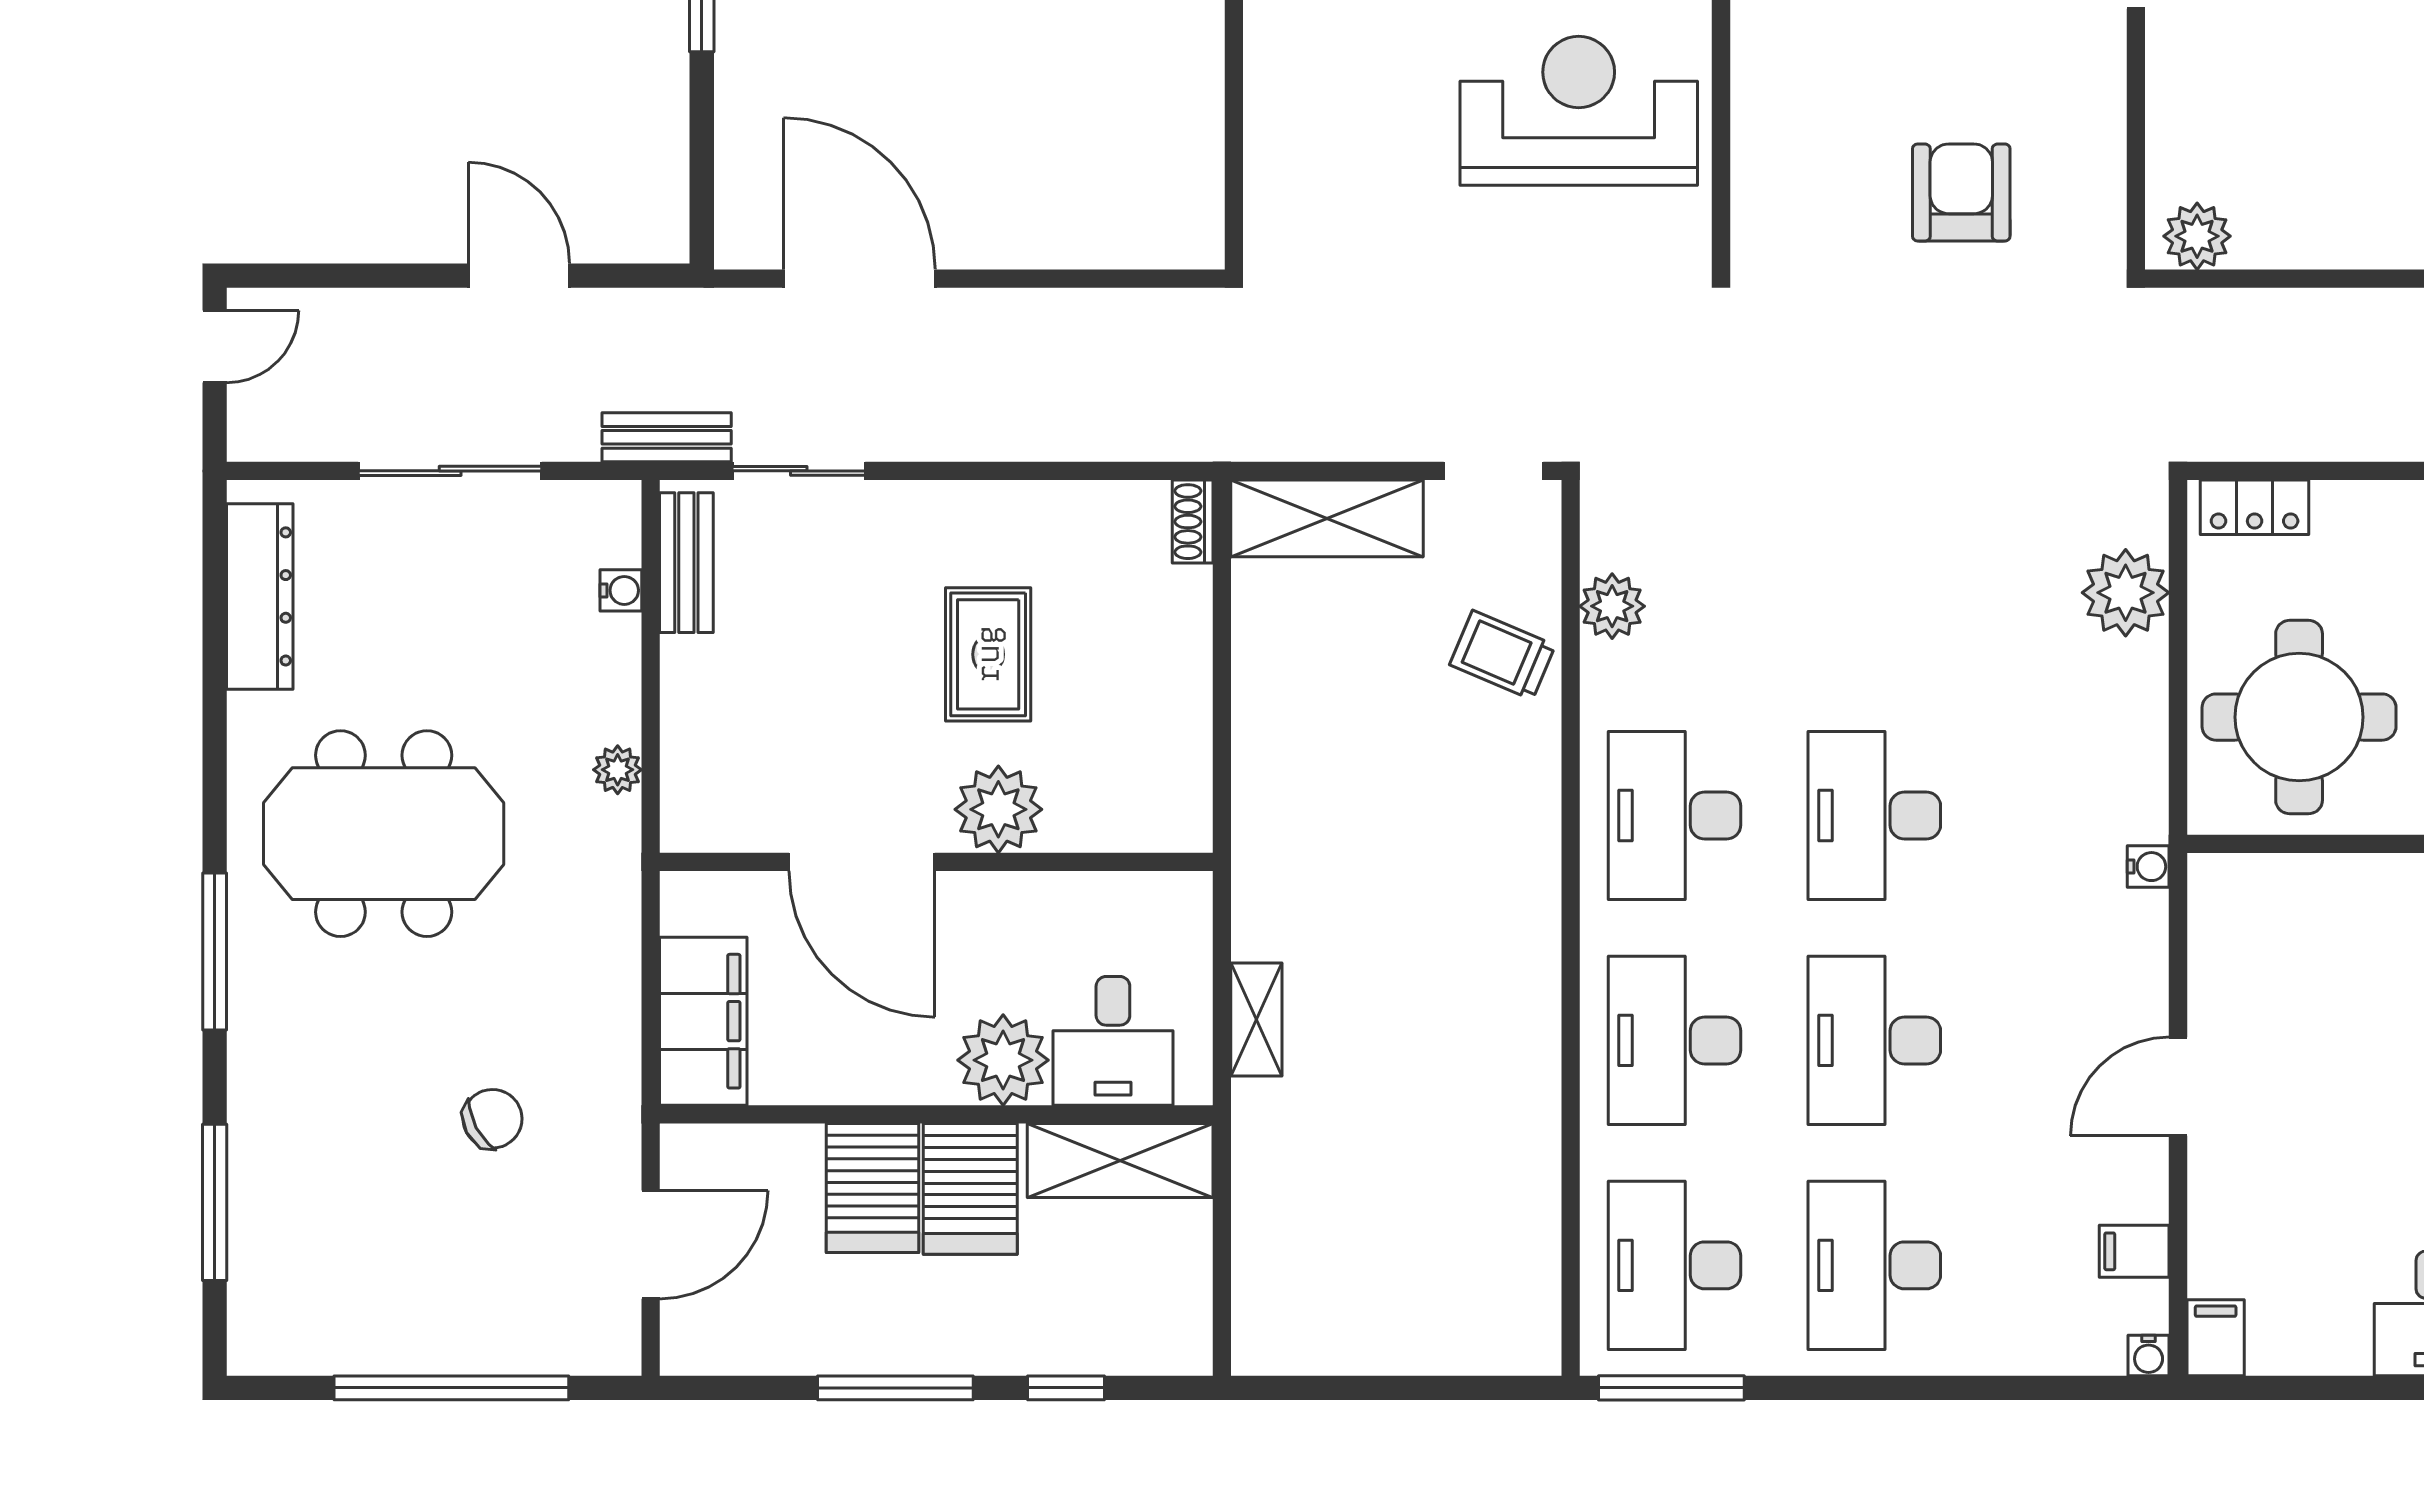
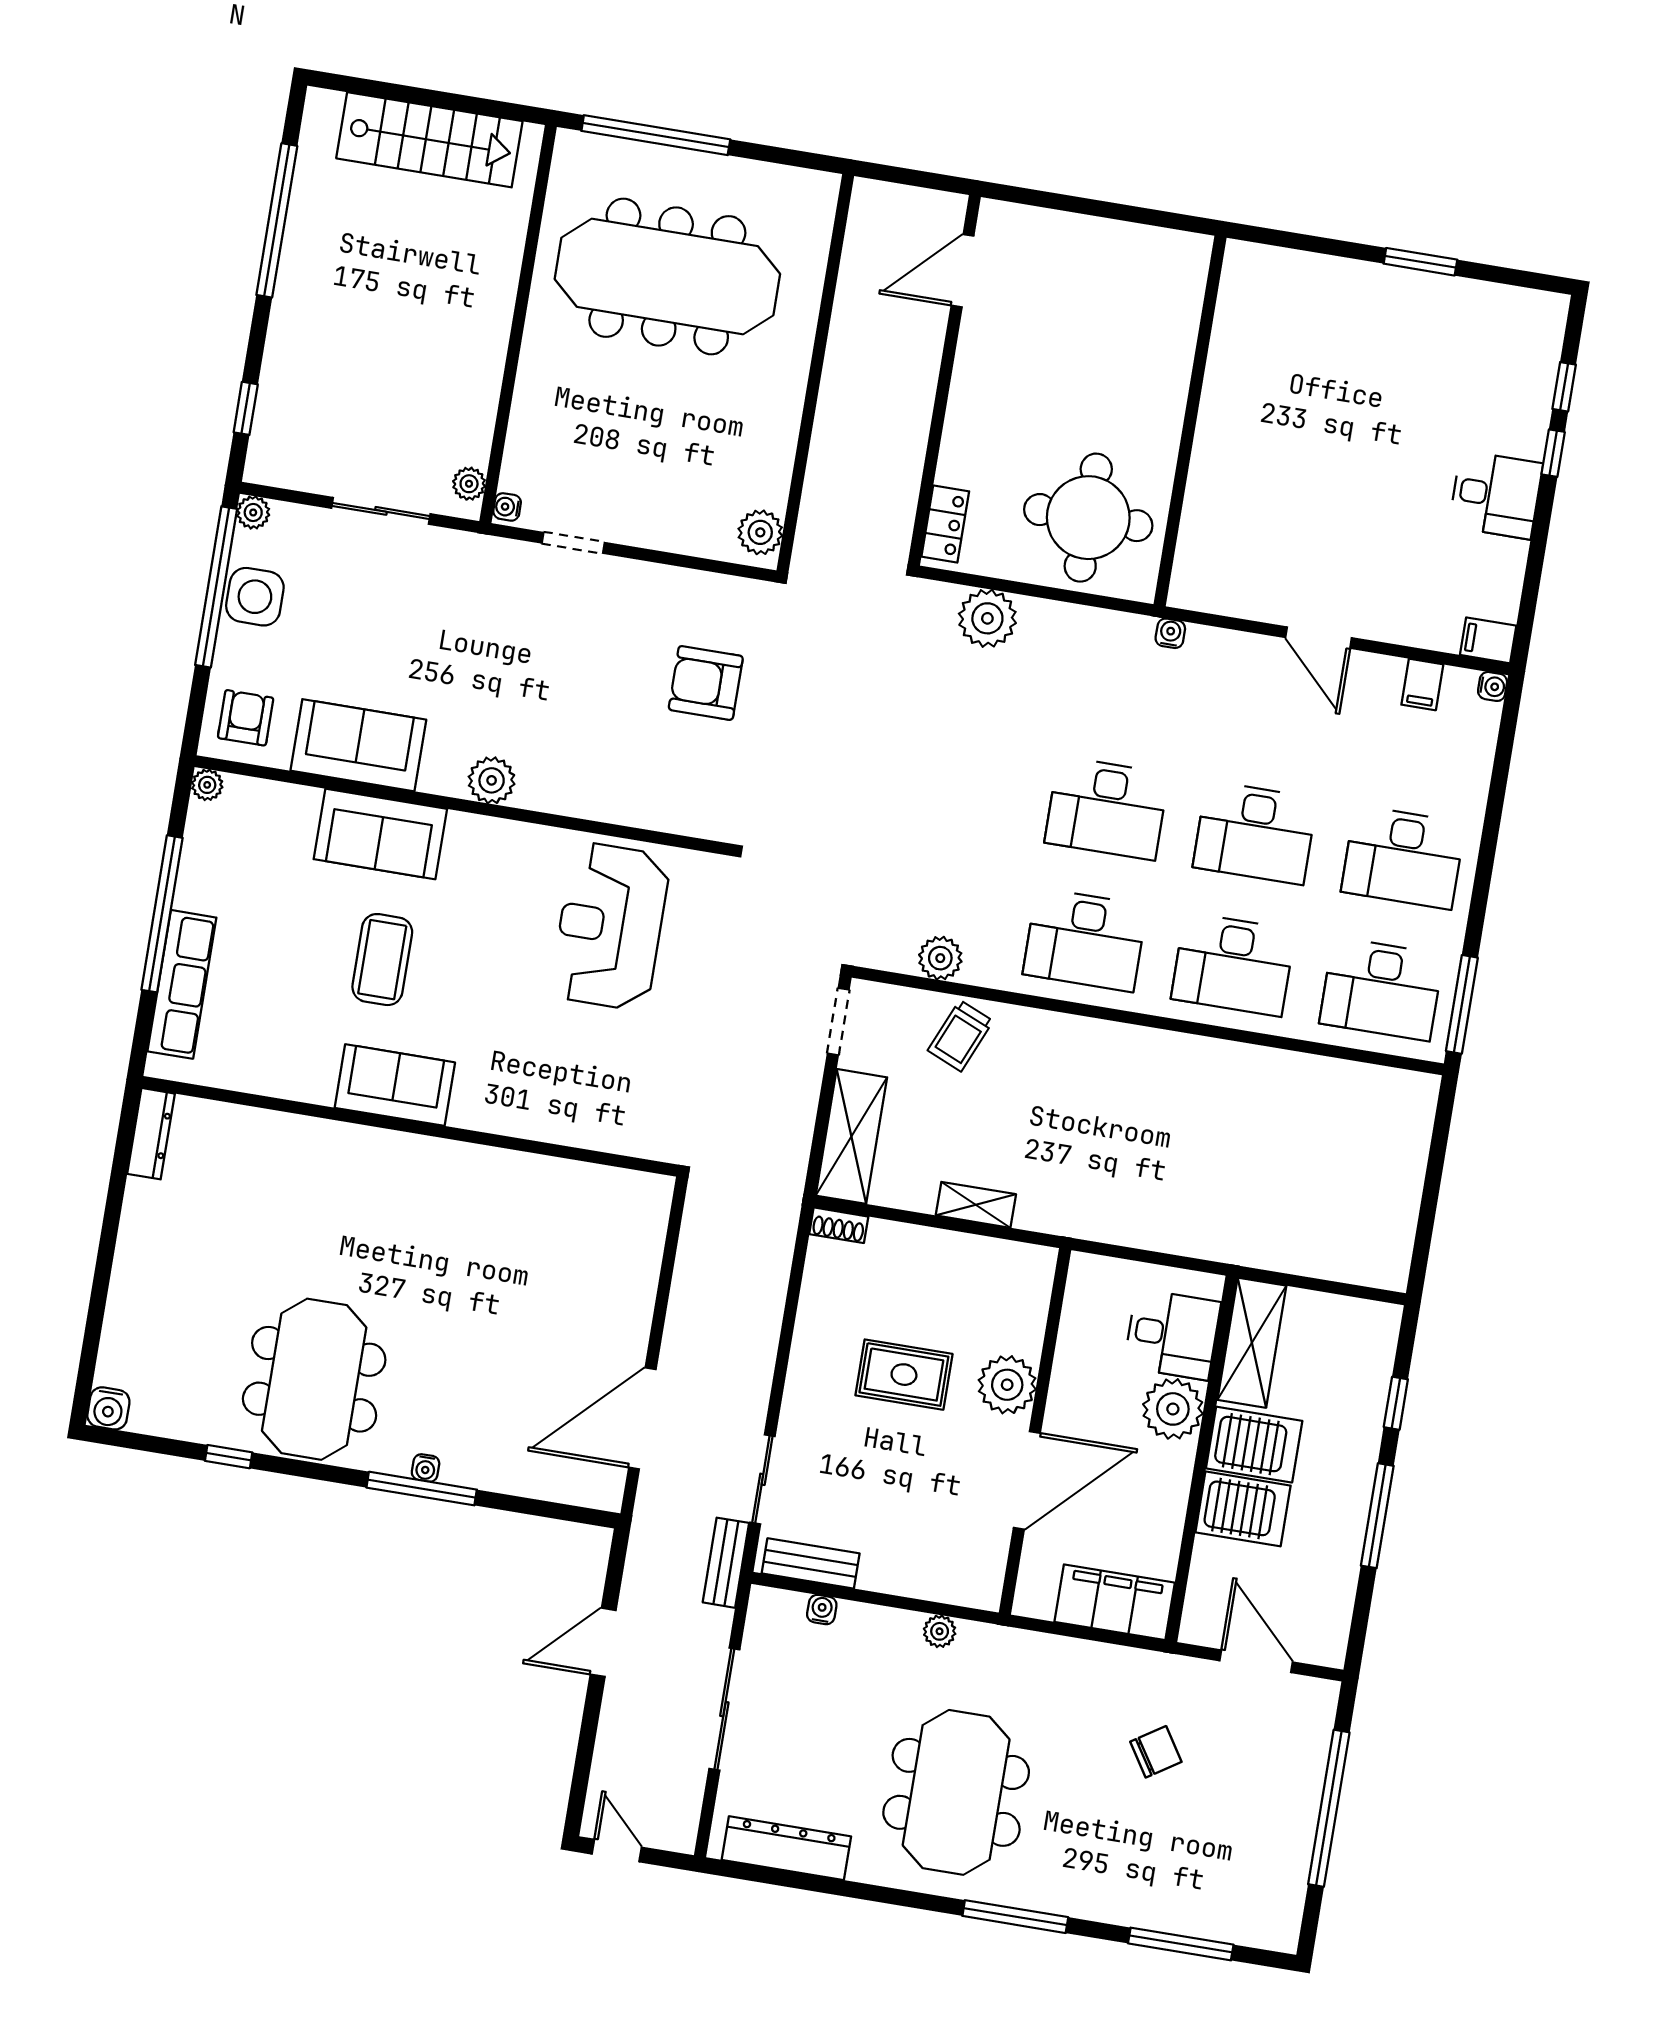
shelving: (1256, 1020) -> (976, 1205), moved
chair: (493, 1119) -> (1156, 1752), turned 85

